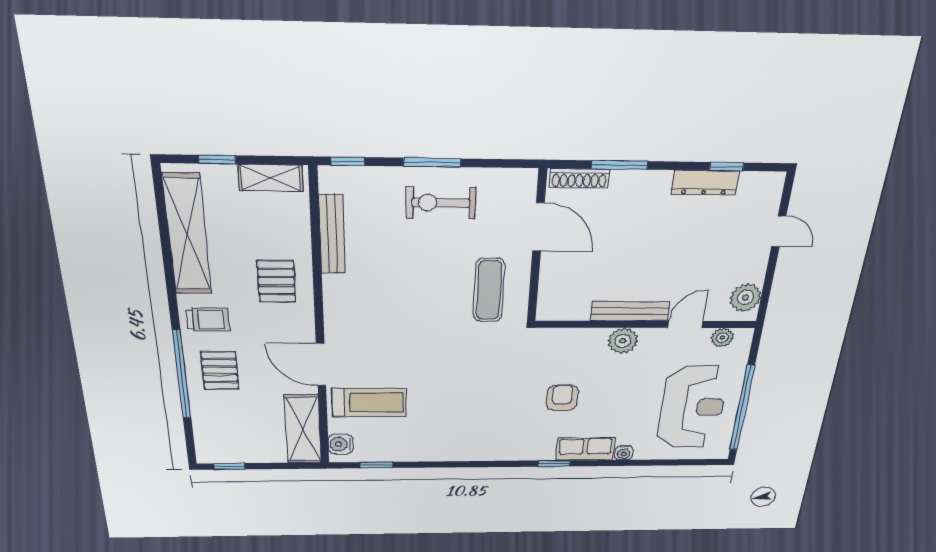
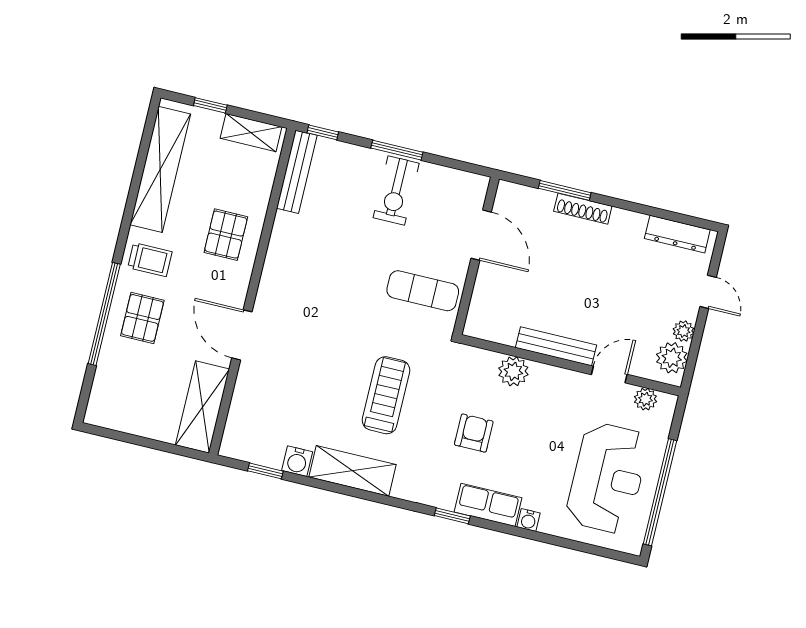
window: (727, 167) -> (663, 214), removed
shoe rack: (579, 178) -> (583, 209), moved
dresser: (705, 183) -> (677, 234), moved
exercise bike: (441, 203) -> (396, 190), turned -90
bench: (332, 234) -> (297, 172), moved
plant: (756, 272) -> (683, 331), added
exercise mat: (489, 290) -> (423, 291), turned 90
plant: (623, 341) -> (513, 371), moved
treadmill: (369, 403) -> (386, 395), moved, turned -90
water cooler: (341, 444) -> (297, 461), moved, turned -90
shelving: (456, 449) -> (352, 471), added
window: (229, 466) -> (114, 435), removed

